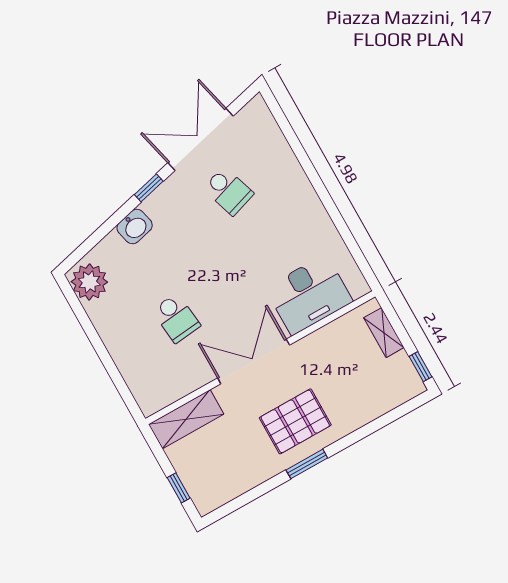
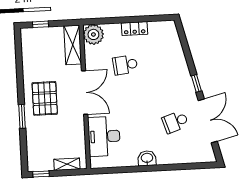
washbasin: (135, 227) -> (147, 158), moved, turned 104
plant: (89, 282) -> (93, 34), moved
locker: (110, 332) -> (135, 29), added
window: (307, 464) -> (22, 116), moved

